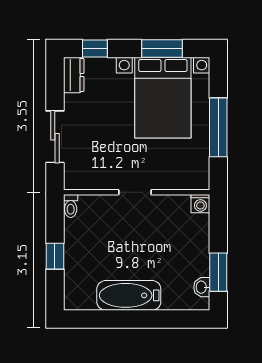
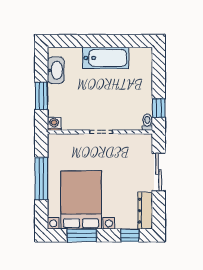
dresser: (74, 75) -> (145, 211), width x1.44
window: (55, 256) -> (159, 108), moved
window: (218, 272) -> (41, 96), moved
washbasin: (202, 287) -> (56, 70), width x1.91, depth x1.45

